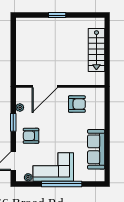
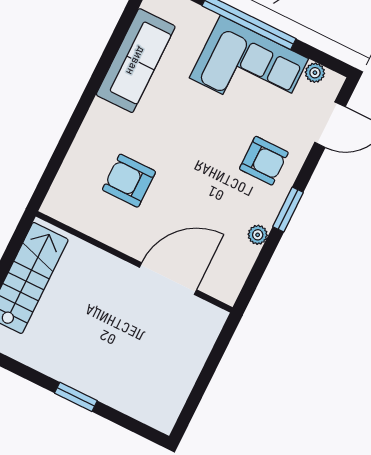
door: (45, 86) -> (168, 279), moved
wall: (60, 86) -> (134, 262), moved

